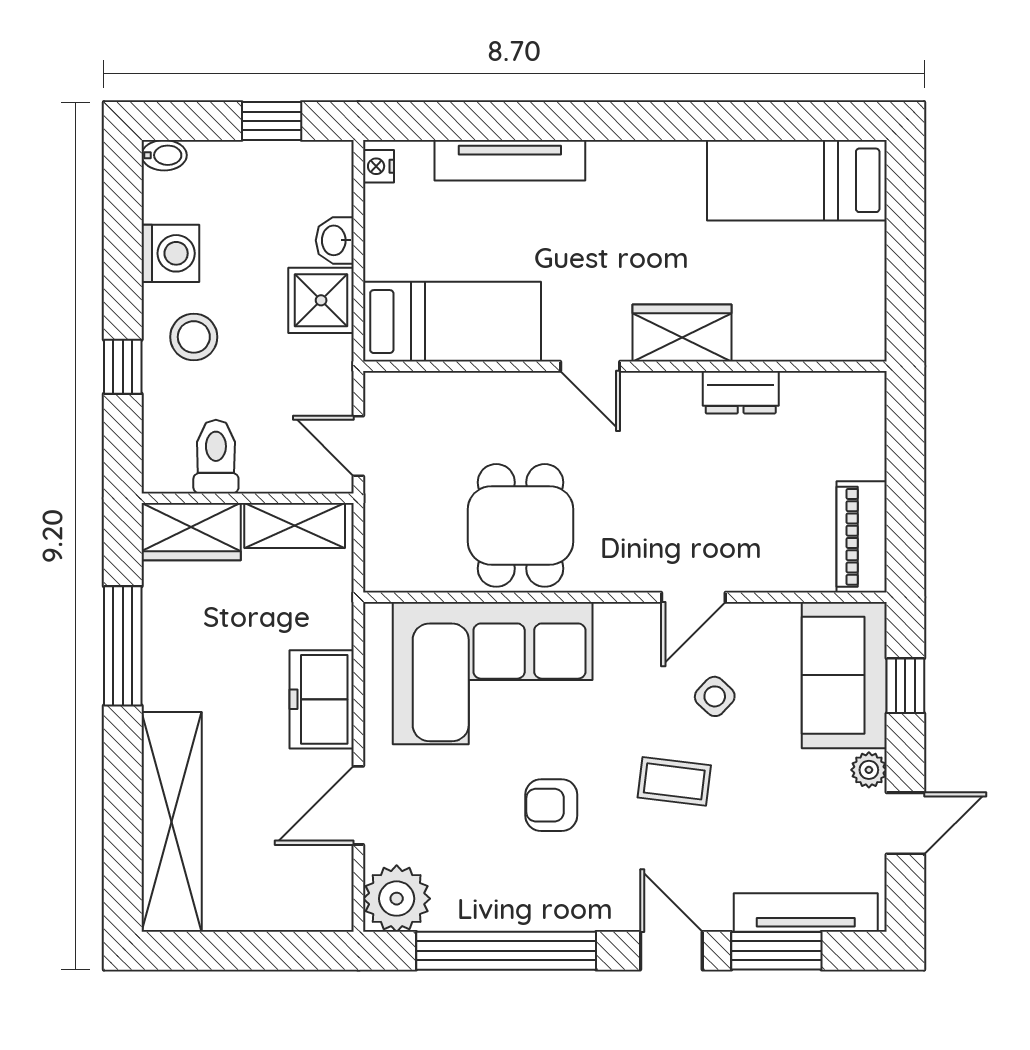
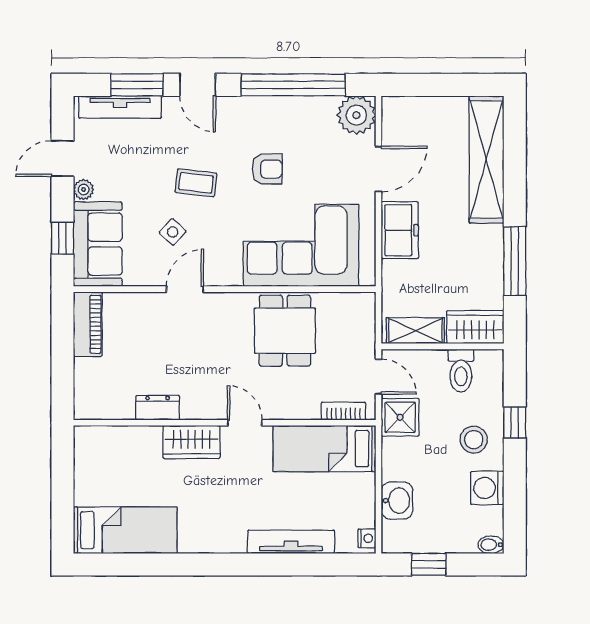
washbasin: (335, 240) -> (397, 501), width x1.38, depth x1.45
shower: (321, 300) -> (400, 417), moved
bookcase: (419, 386) -> (343, 411), added

